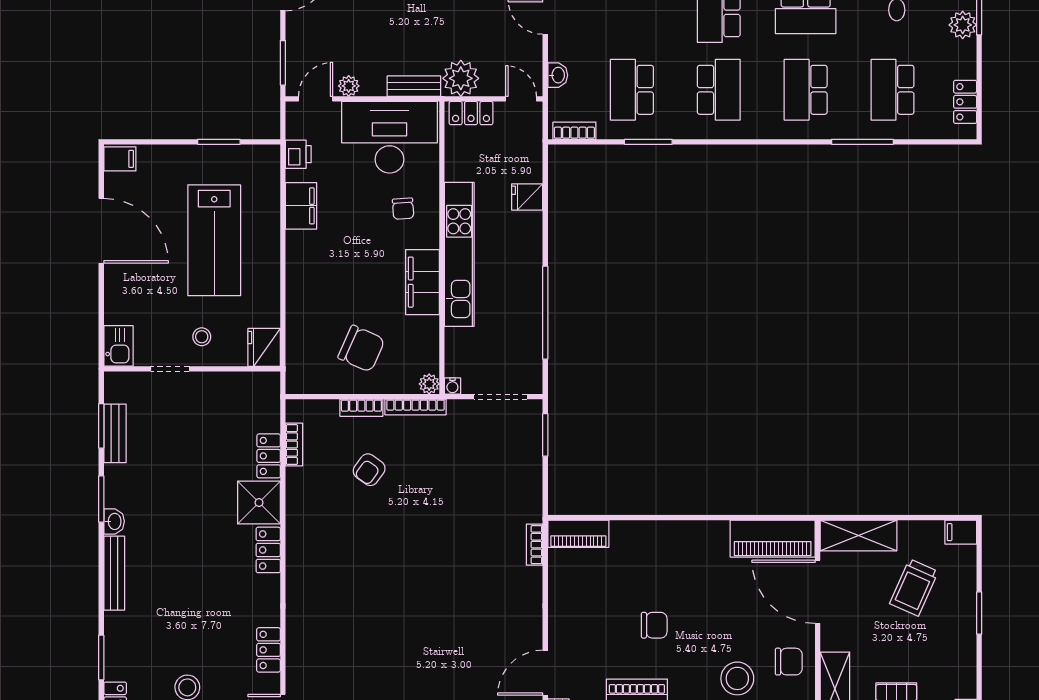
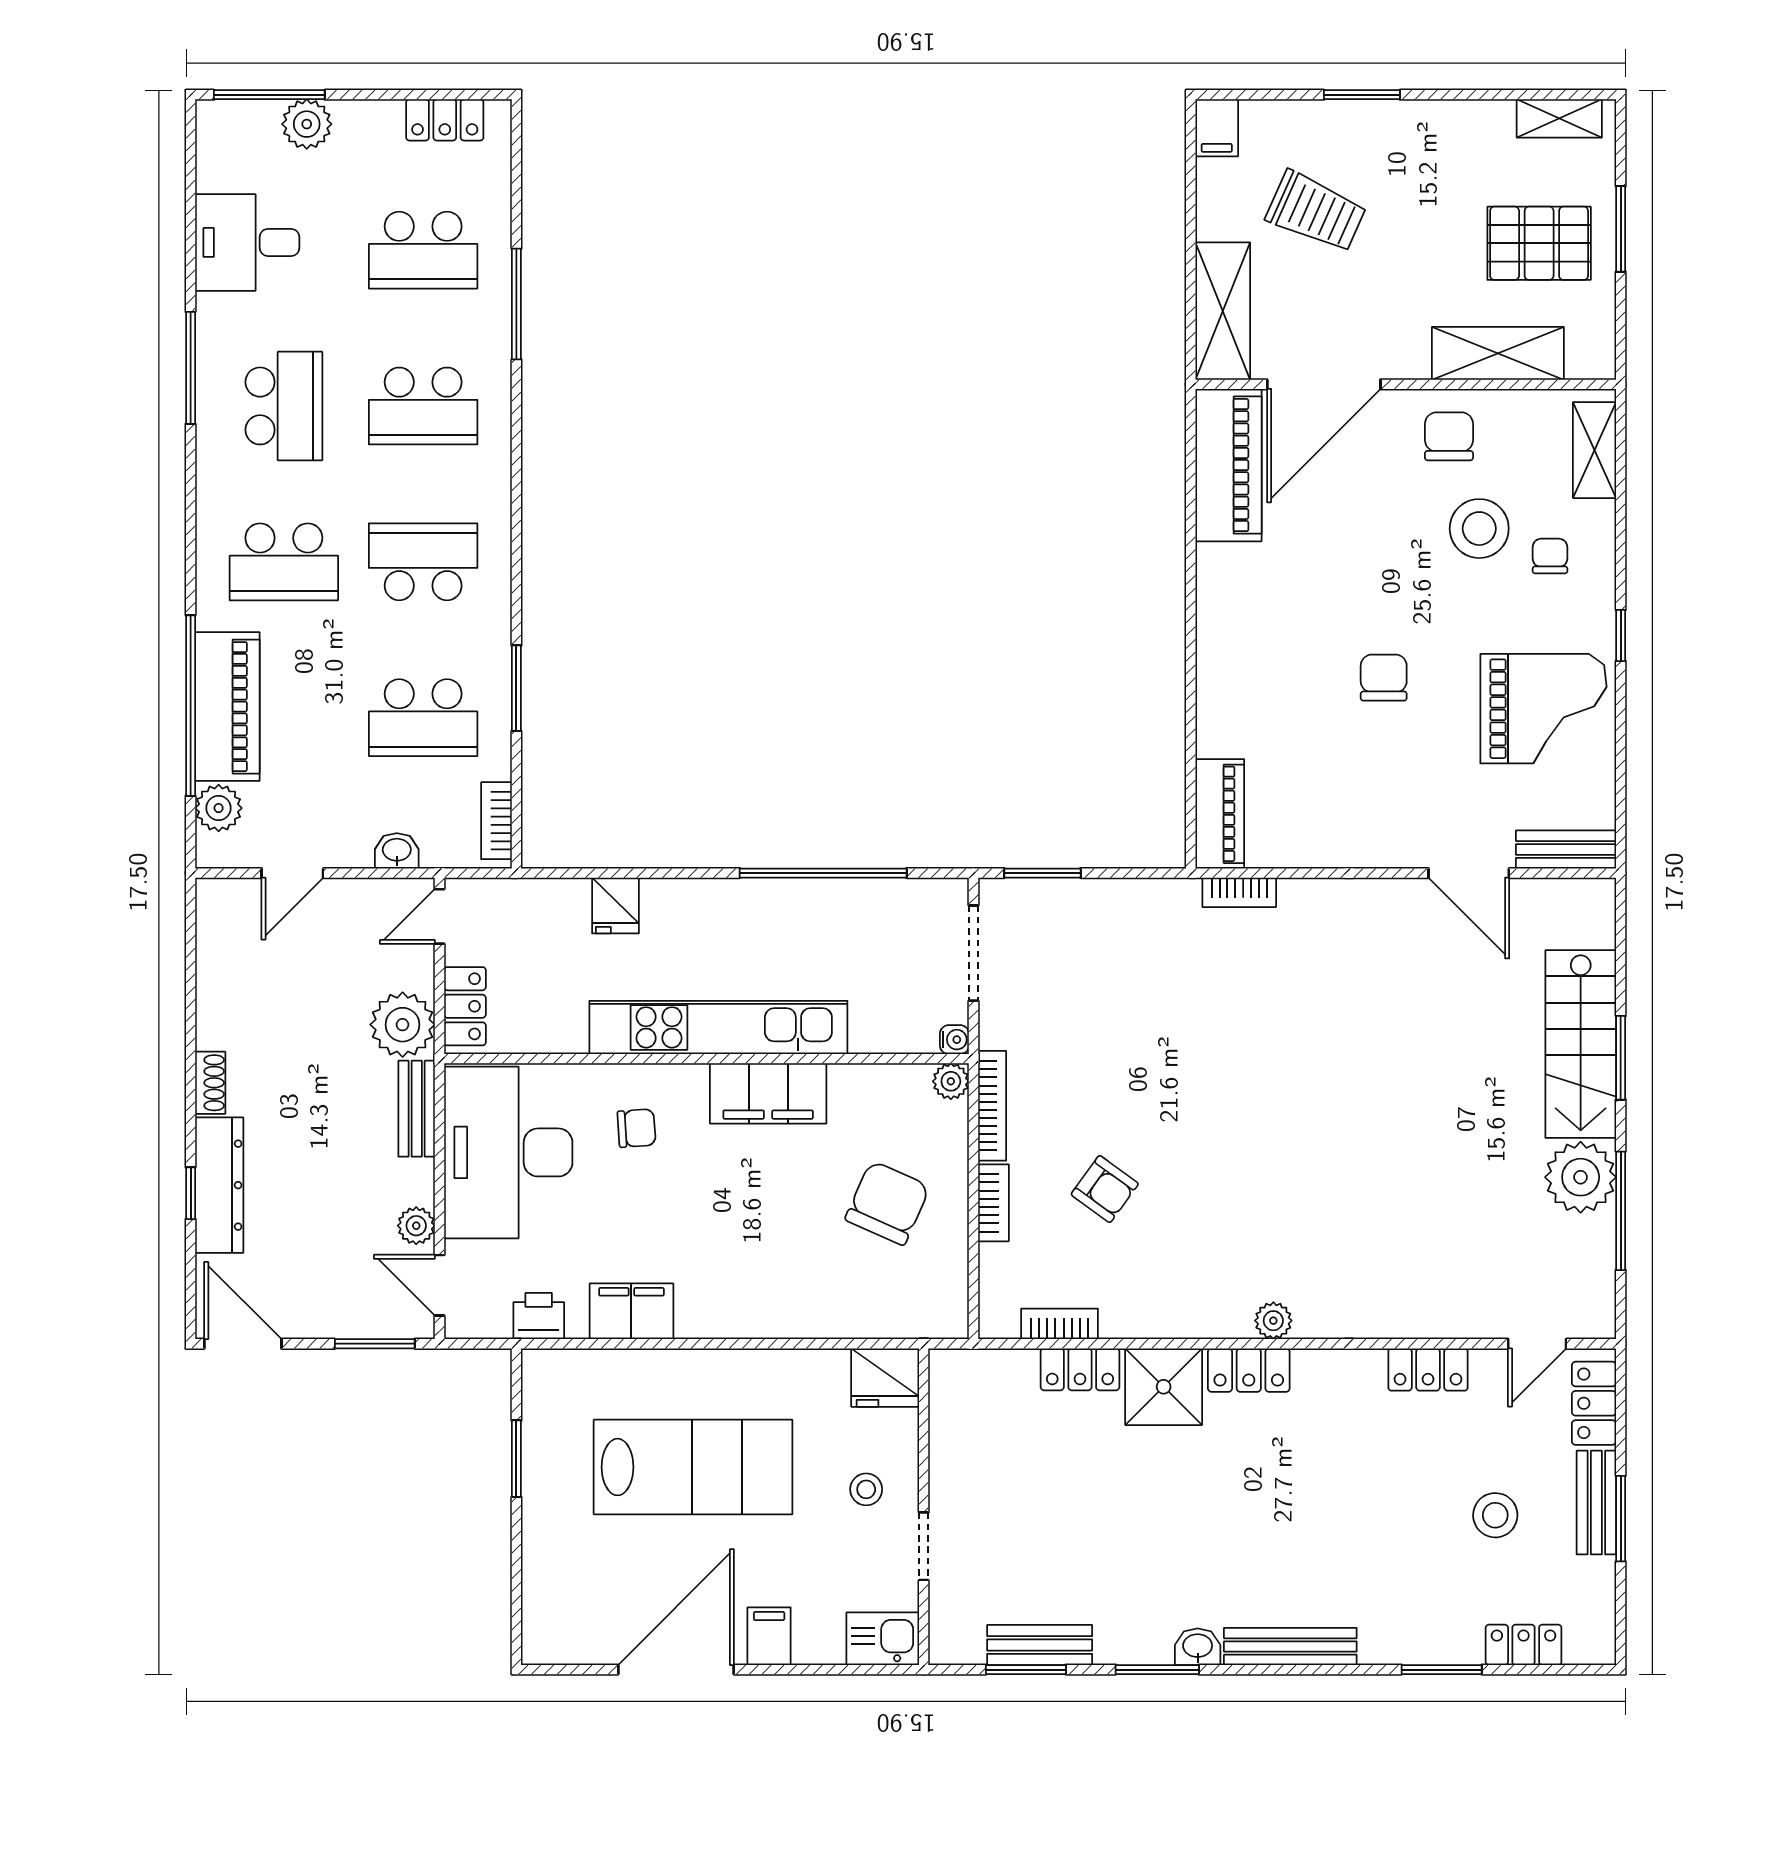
filing cabinet: (120, 159) -> (769, 1636), moved
plant: (296, 564) -> (1273, 1321), added

